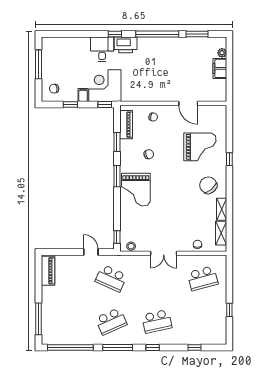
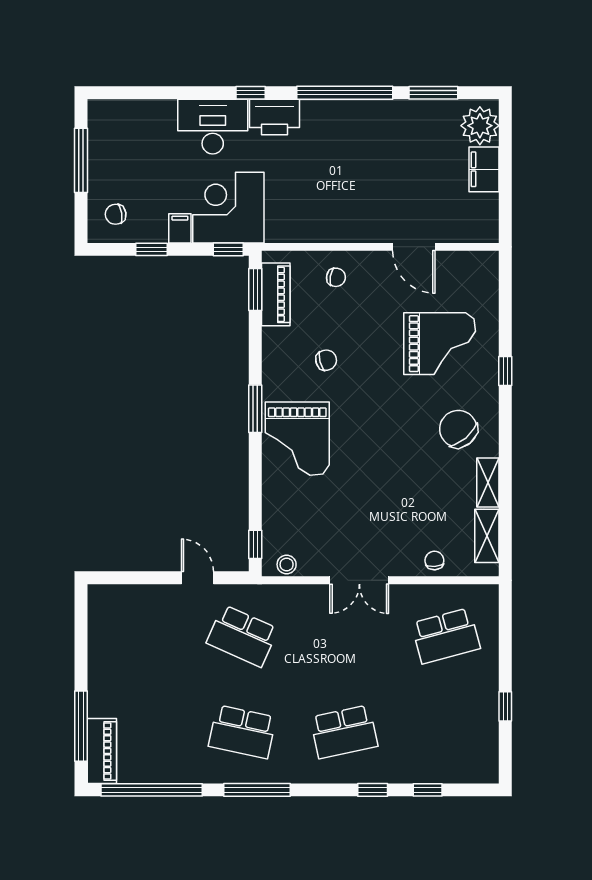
desk: (102, 49) -> (213, 127), width x1.37
plant: (222, 53) -> (480, 126), width x1.88, depth x1.88
window: (117, 142) -> (255, 290), moved
piano: (48, 271) -> (102, 751), moved
school desk: (111, 321) -> (242, 732), turned 36
window: (153, 347) -> (373, 790), moved

